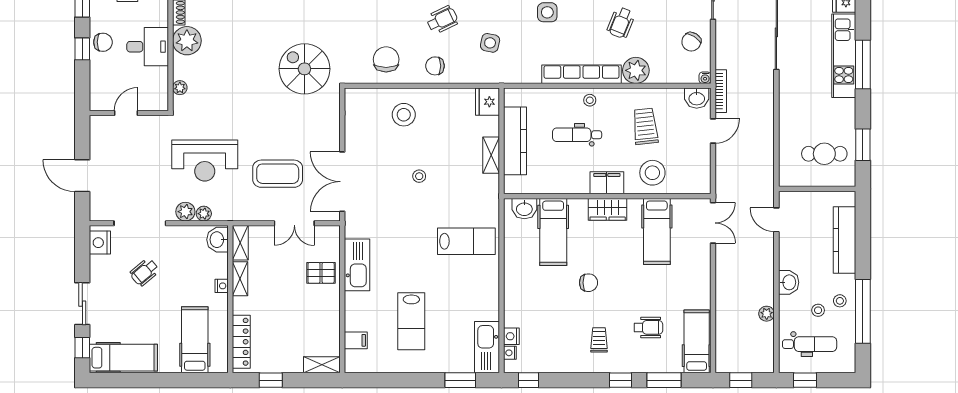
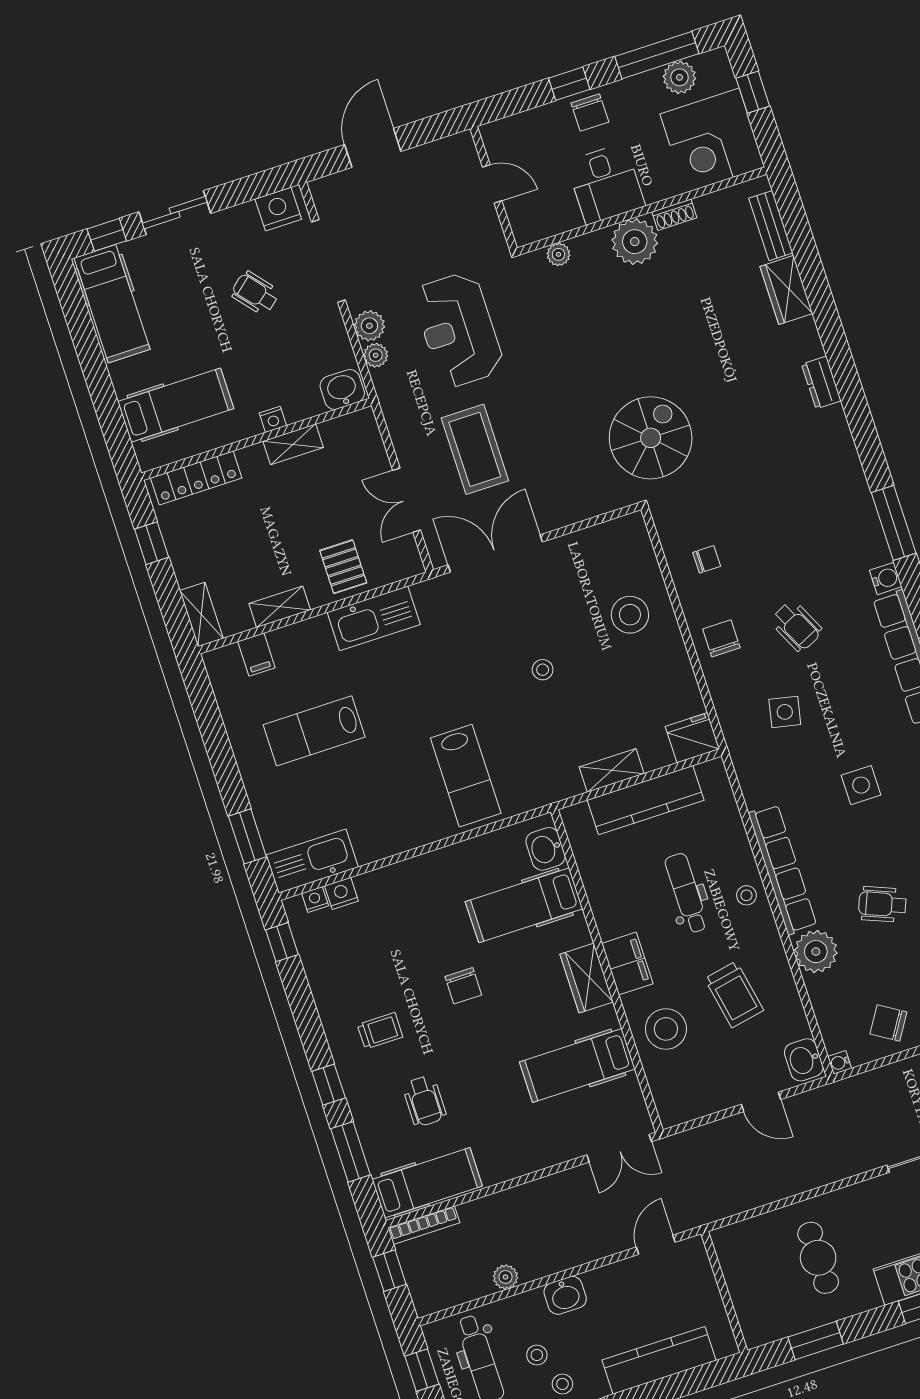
chair: (386, 59) -> (707, 559), width x0.54, depth x0.54
bookcase: (721, 91) -> (424, 1225), moved
trolley: (645, 126) -> (734, 994), turned 85
cafe table: (824, 154) -> (818, 1258), moved
shelving: (240, 243) -> (280, 607), moved

